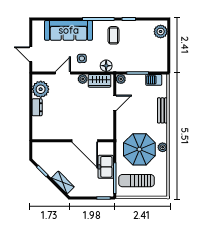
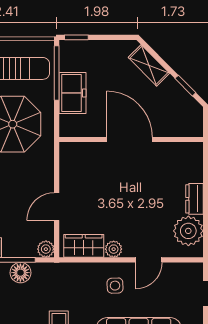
floor lamp: (106, 66) -> (20, 273), moved
door: (85, 141) -> (130, 139), moved

